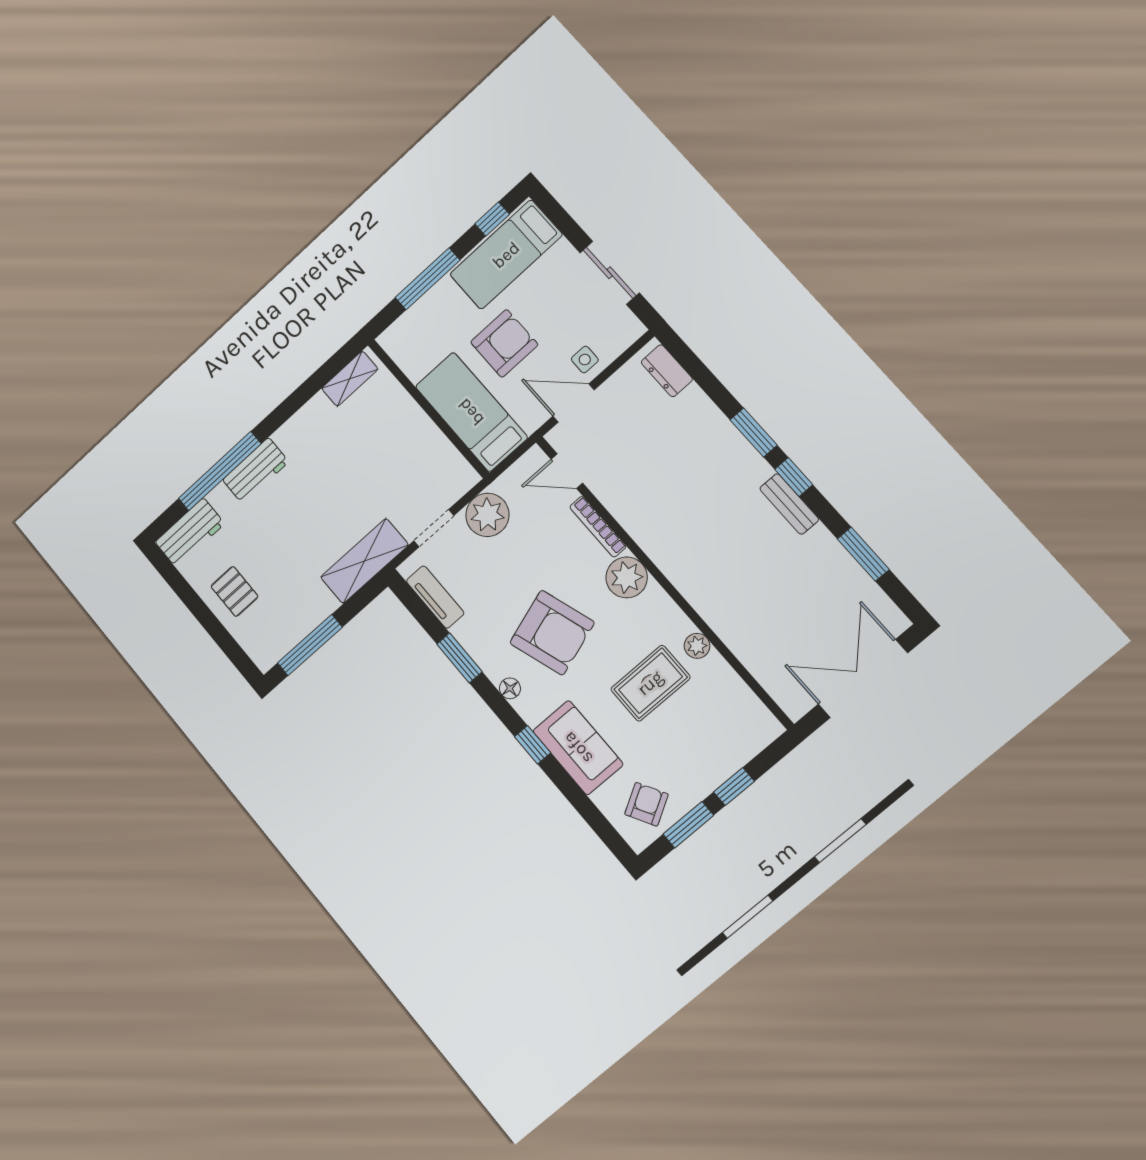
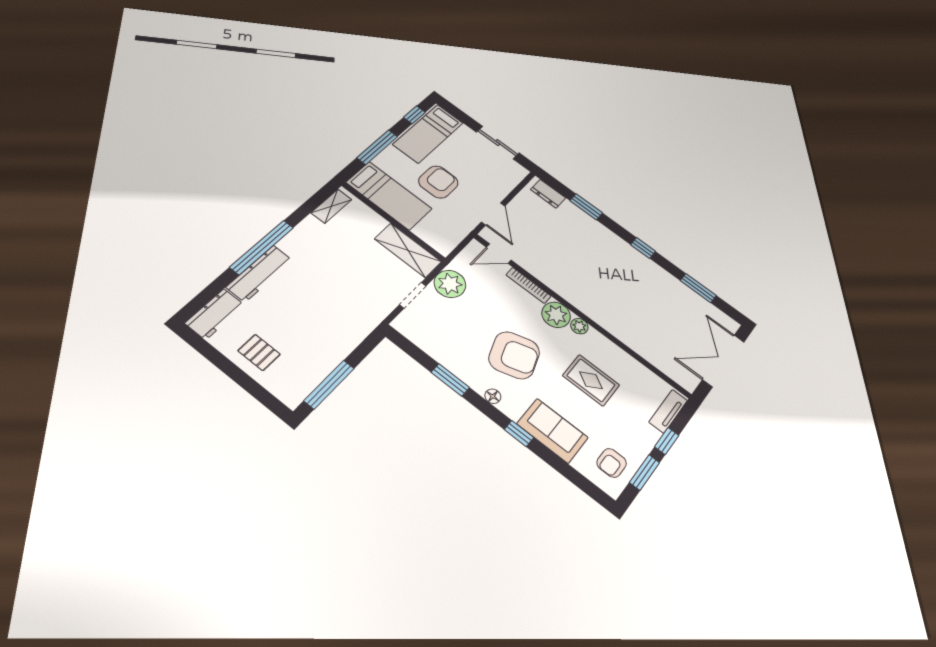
side table: (585, 360) -> (494, 189), removed
door: (574, 403) -> (493, 214), swing flipped
bed: (471, 412) -> (389, 195), moved, turned 180
window: (754, 433) -> (586, 207), moved
window: (220, 471) -> (262, 247), moved
workbench: (256, 471) -> (259, 274), width x1.37
bench: (789, 504) -> (645, 263), removed
shelving: (364, 561) -> (408, 250), moved, turned 90
tv unit: (435, 597) -> (668, 411), moved, turned -90
plant: (697, 646) -> (579, 326), moved
rug: (650, 683) -> (591, 380), turned 90
armchair: (646, 804) -> (612, 463), turned -150

